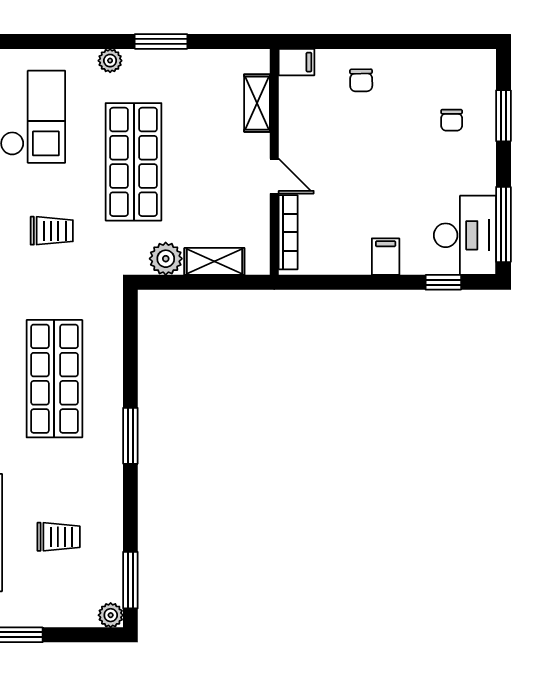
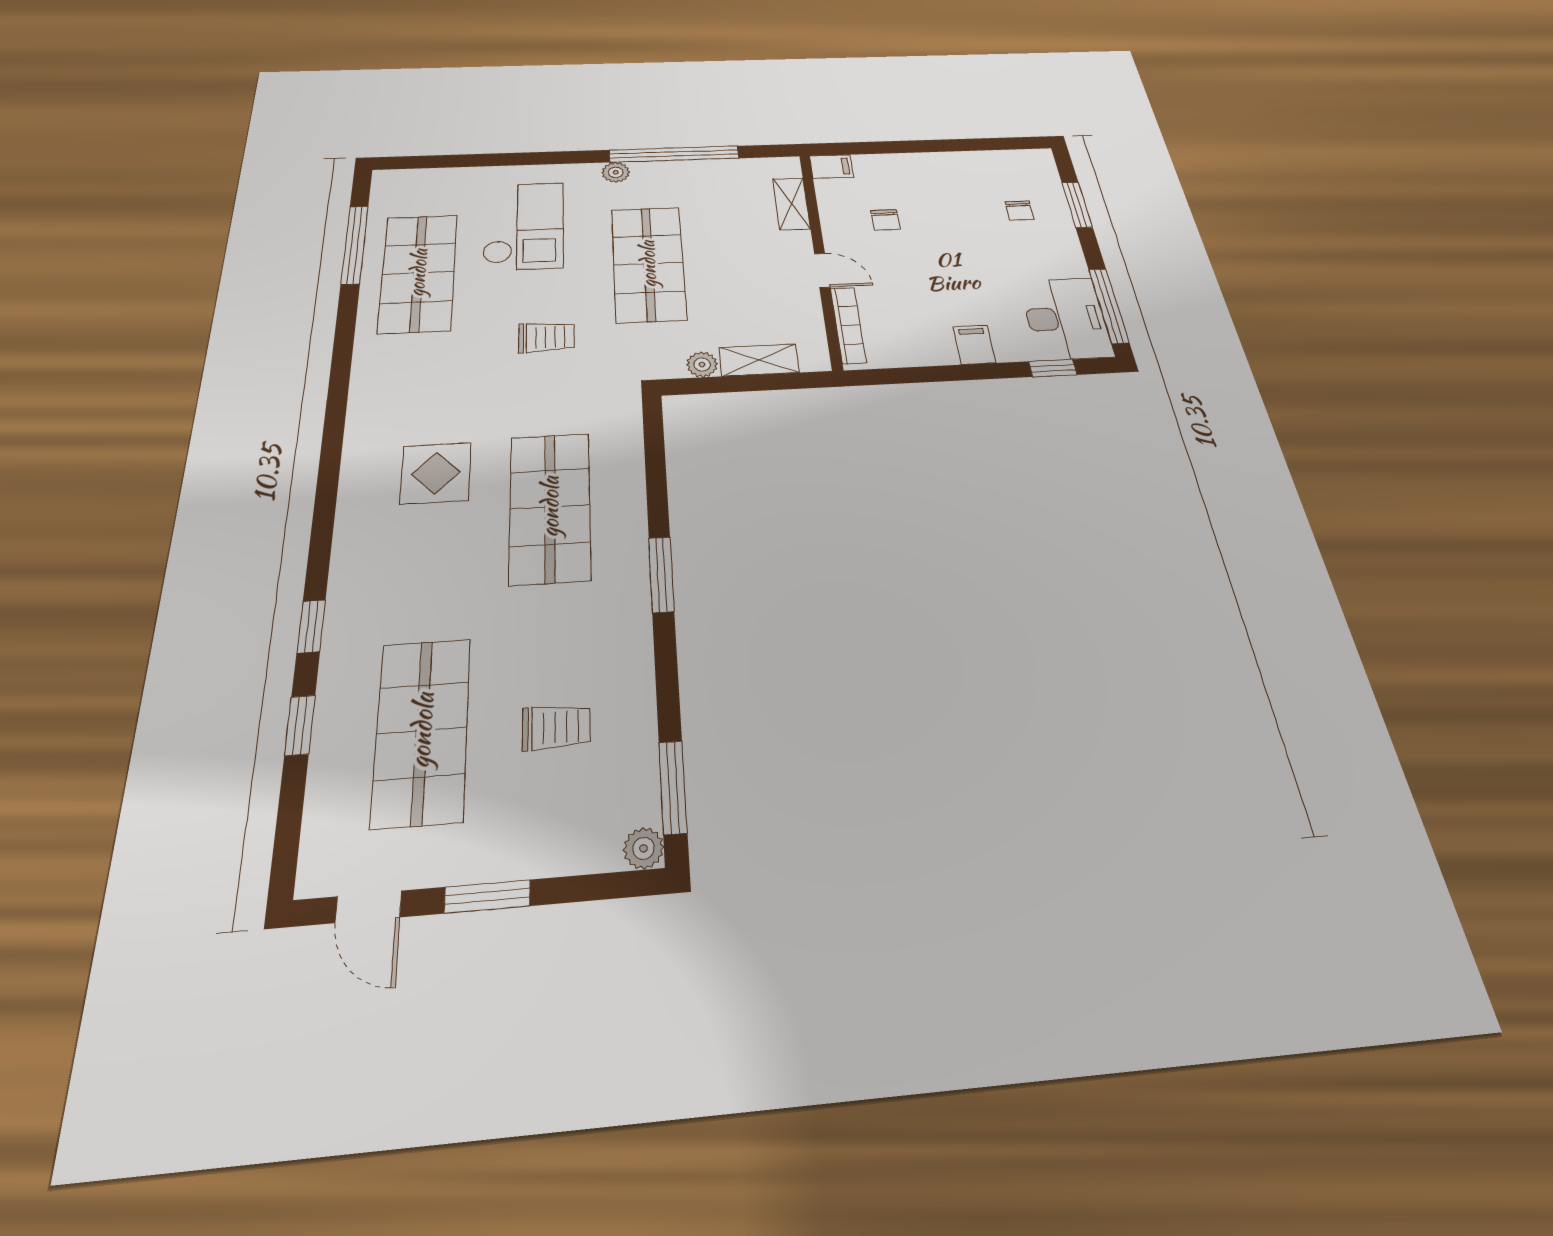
window: (161, 41) -> (674, 154), width x2.11
chair: (361, 80) -> (885, 220), moved
plant: (166, 259) -> (702, 364), width x0.73, depth x0.73

